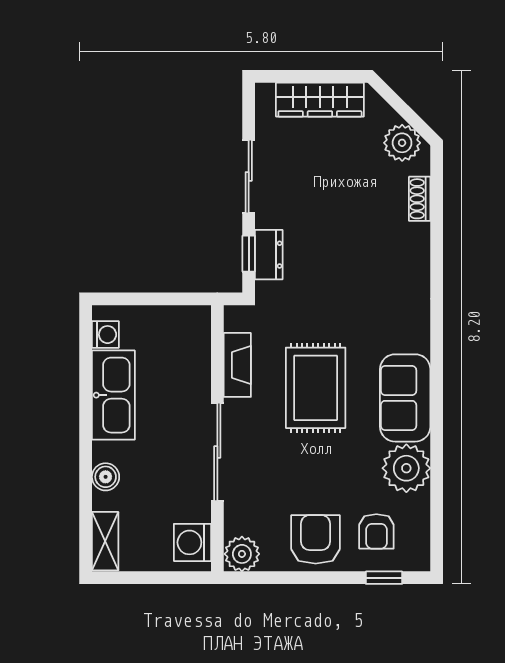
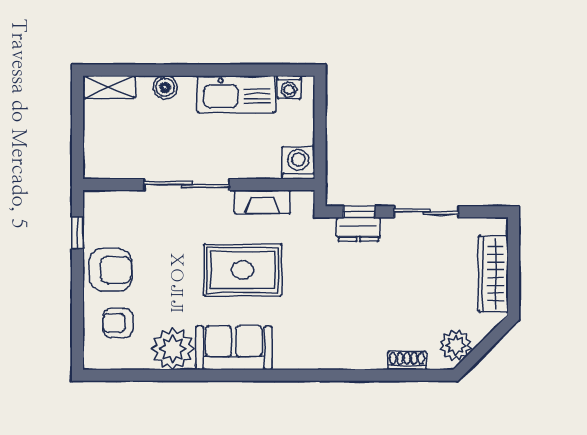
washing machine: (192, 542) -> (298, 163), moved
plant: (242, 554) -> (98, 206), removed
window: (384, 578) -> (77, 233), moved

